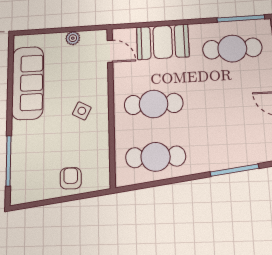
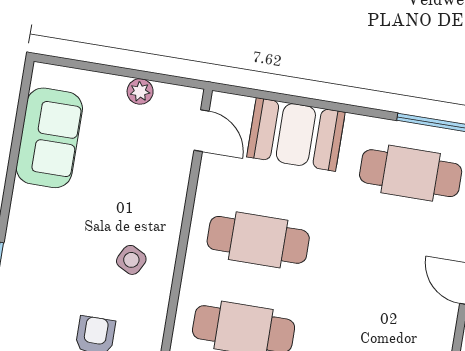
sofa: (28, 83) -> (49, 138), width x0.73
side table: (82, 111) -> (131, 260), moved

